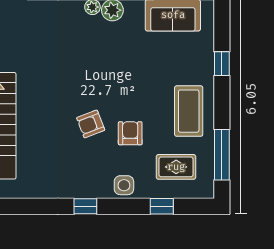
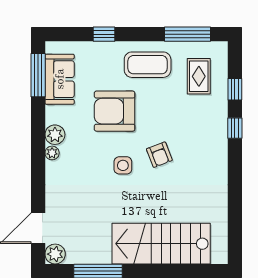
armchair: (130, 133) -> (115, 111), moved, width x1.88, depth x1.88
side table: (124, 185) -> (123, 165), moved
window: (85, 206) -> (235, 128), moved

